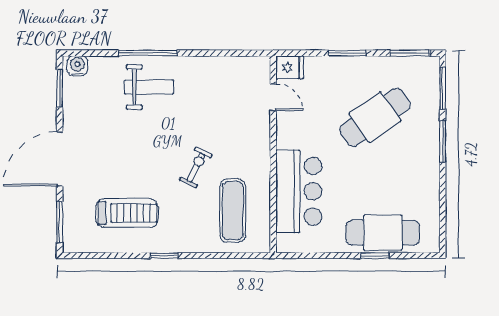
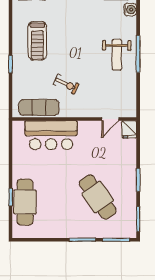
fridge: (290, 67) -> (129, 129), moved
door: (273, 97) -> (110, 119), moved
wall: (273, 154) -> (74, 119), moved
bar counter: (299, 191) -> (51, 135), moved

